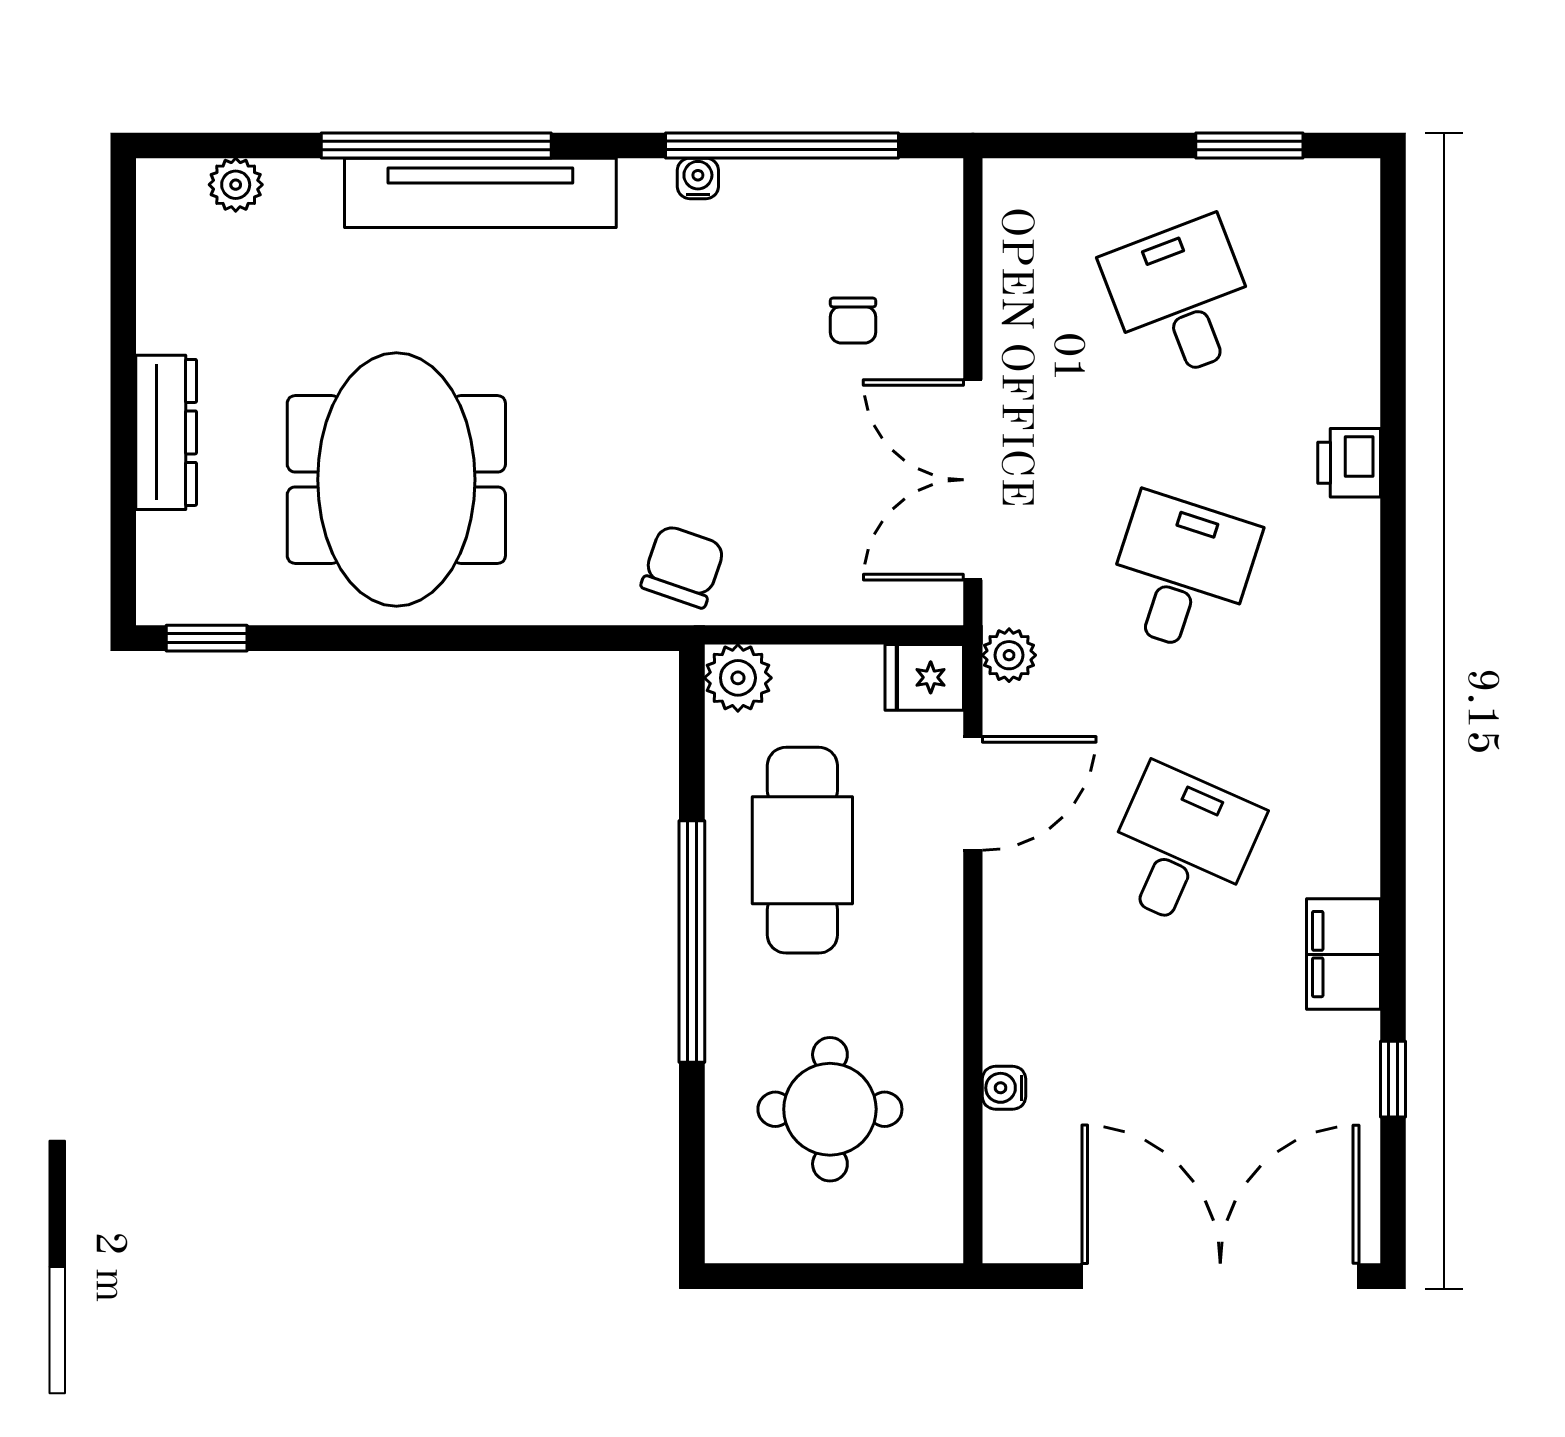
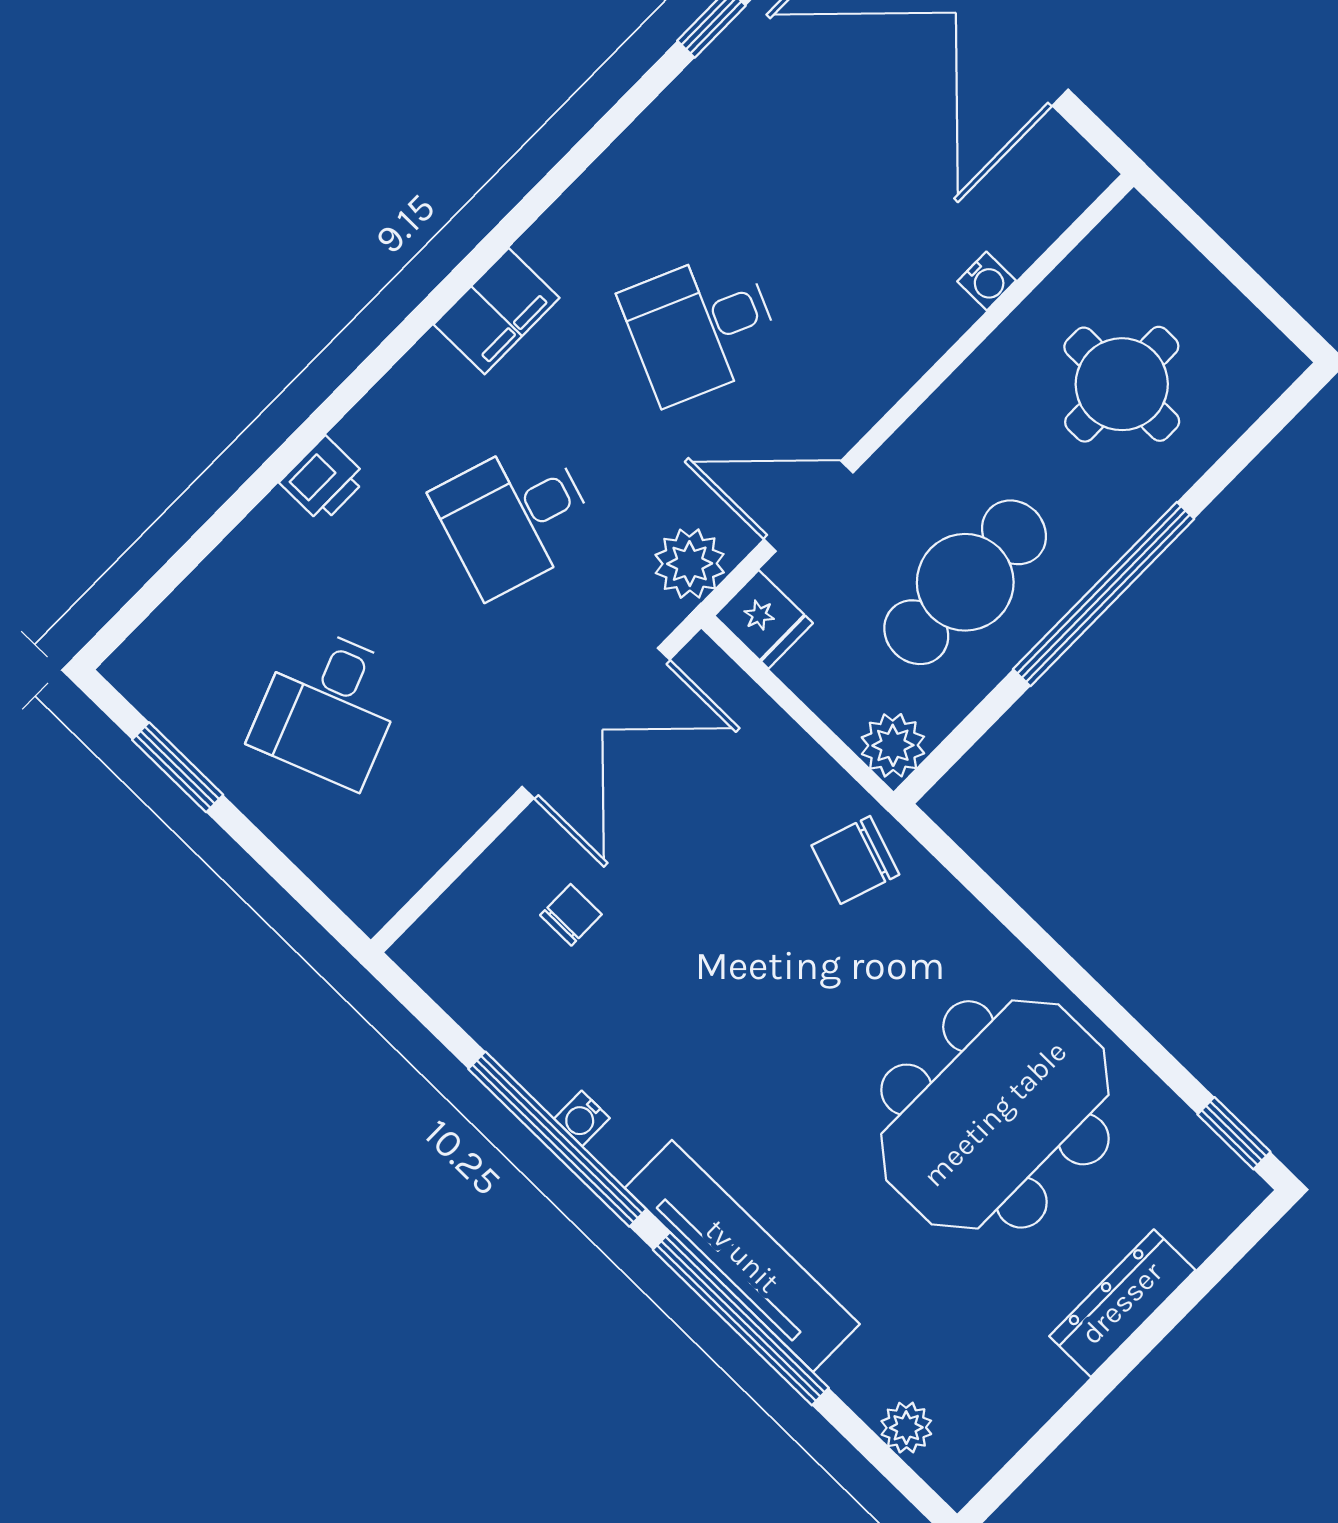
window: (782, 145) -> (557, 1139), moved
plant: (1009, 655) -> (690, 564), width x1.38, depth x1.38
filing cabinet: (1344, 954) -> (497, 311), moved

